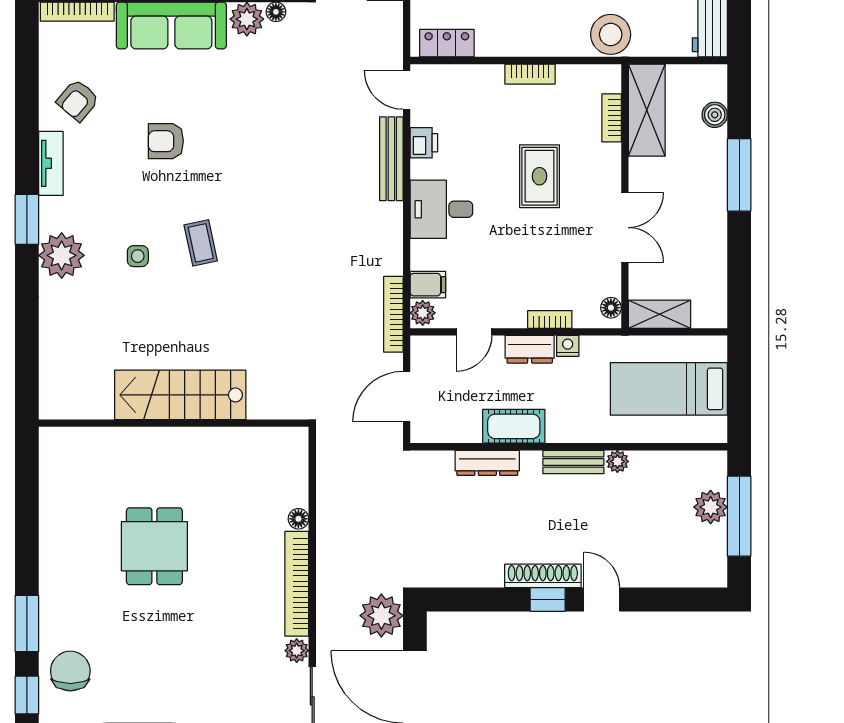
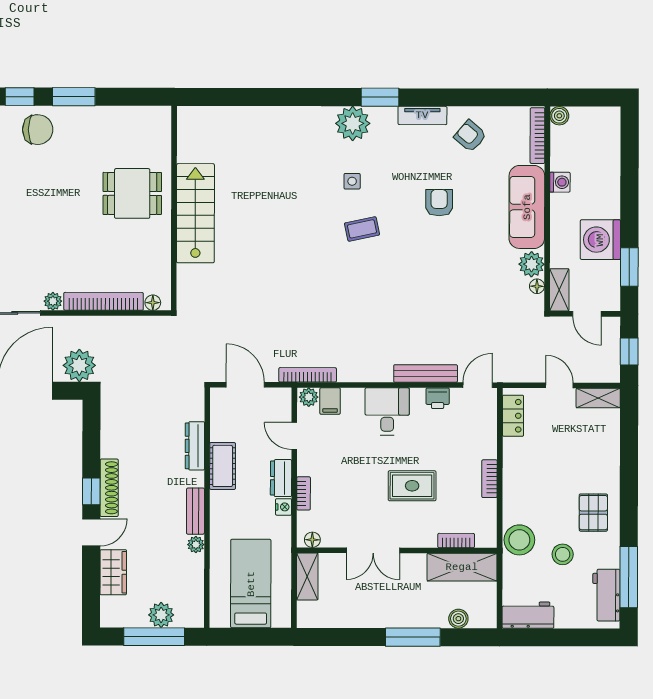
stairs: (180, 395) -> (195, 213), moved
wall: (174, 423) -> (174, 208), moved
wardrobe: (654, 570) -> (113, 572), added

